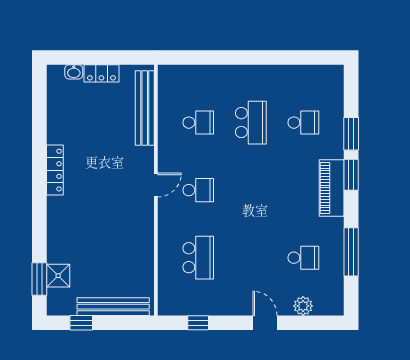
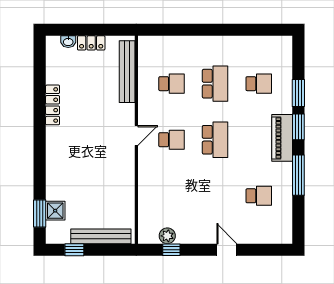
locker: (55, 170) -> (53, 105), moved
window: (351, 252) -> (298, 175), moved
school desk: (198, 258) -> (215, 140), moved
plant: (303, 306) -> (167, 236), moved

